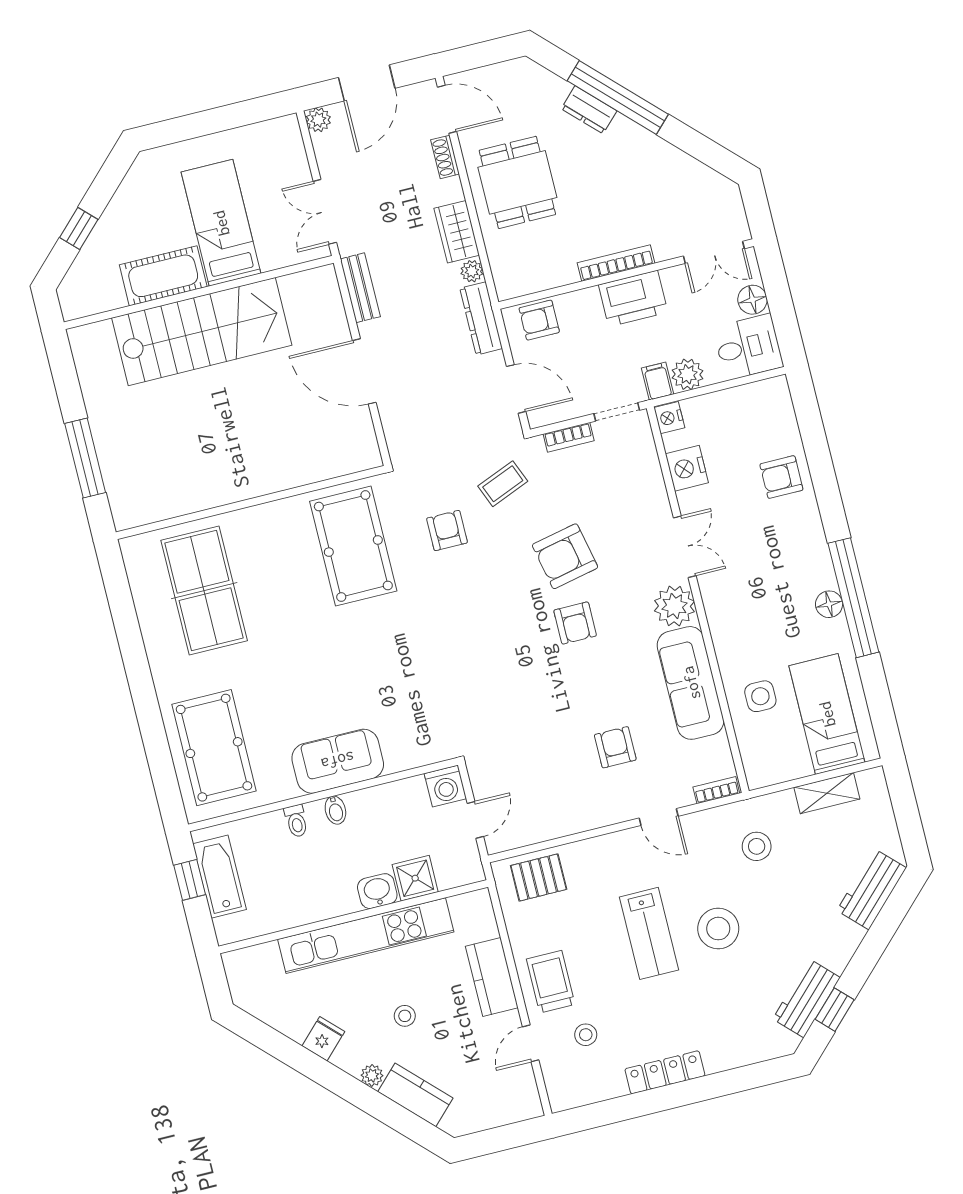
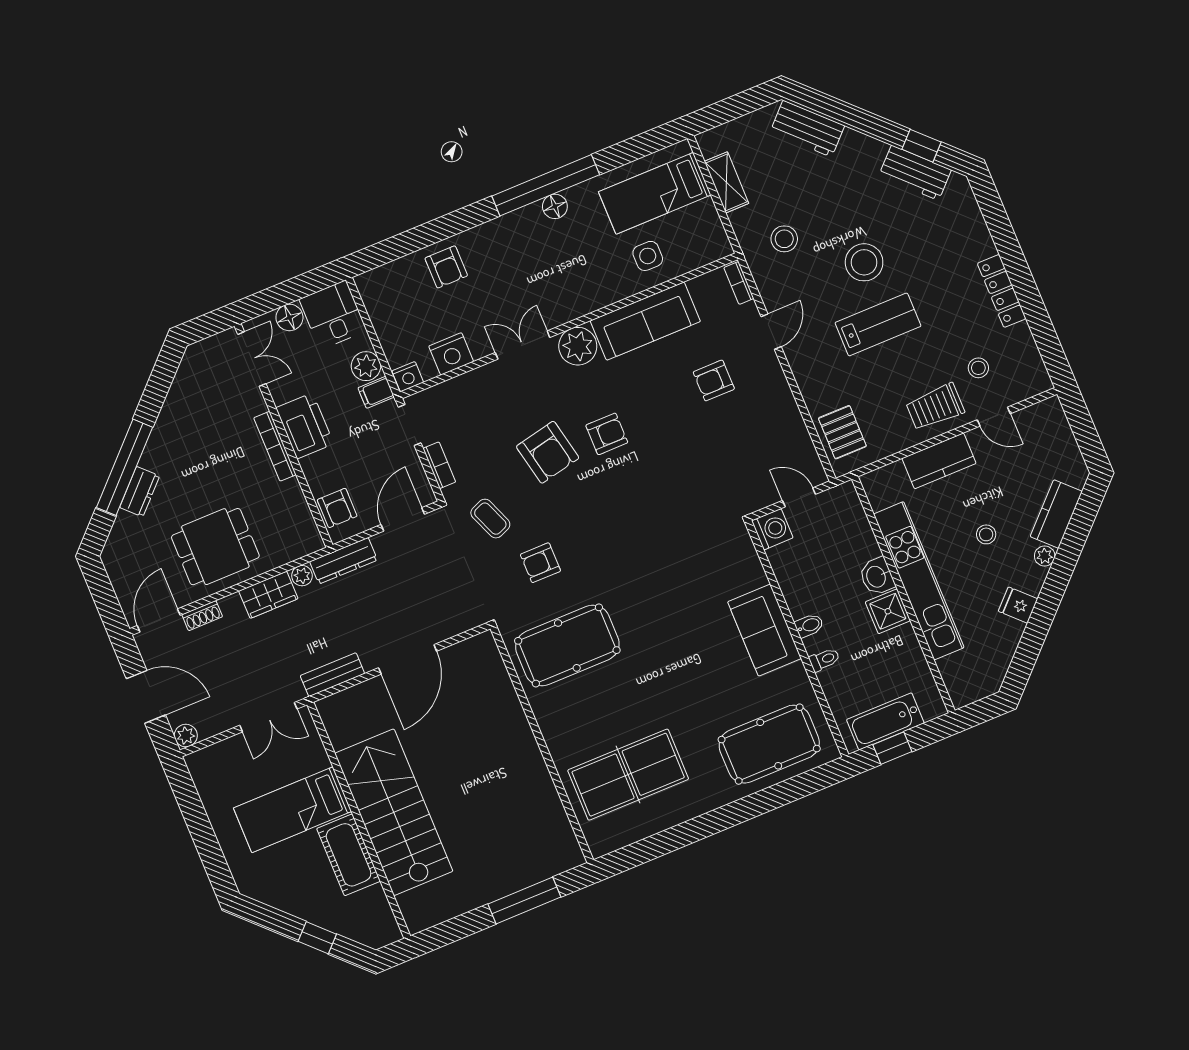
shower: (415, 878) -> (888, 611), moved

